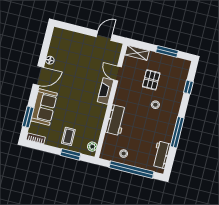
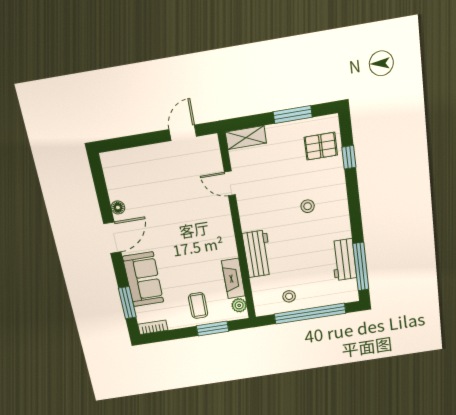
pallet: (151, 80) -> (321, 146), moved, turned 90
fireplace: (105, 91) -> (233, 278), moved
window: (177, 132) -> (361, 267), moved
workbench: (161, 155) -> (344, 260), moved

